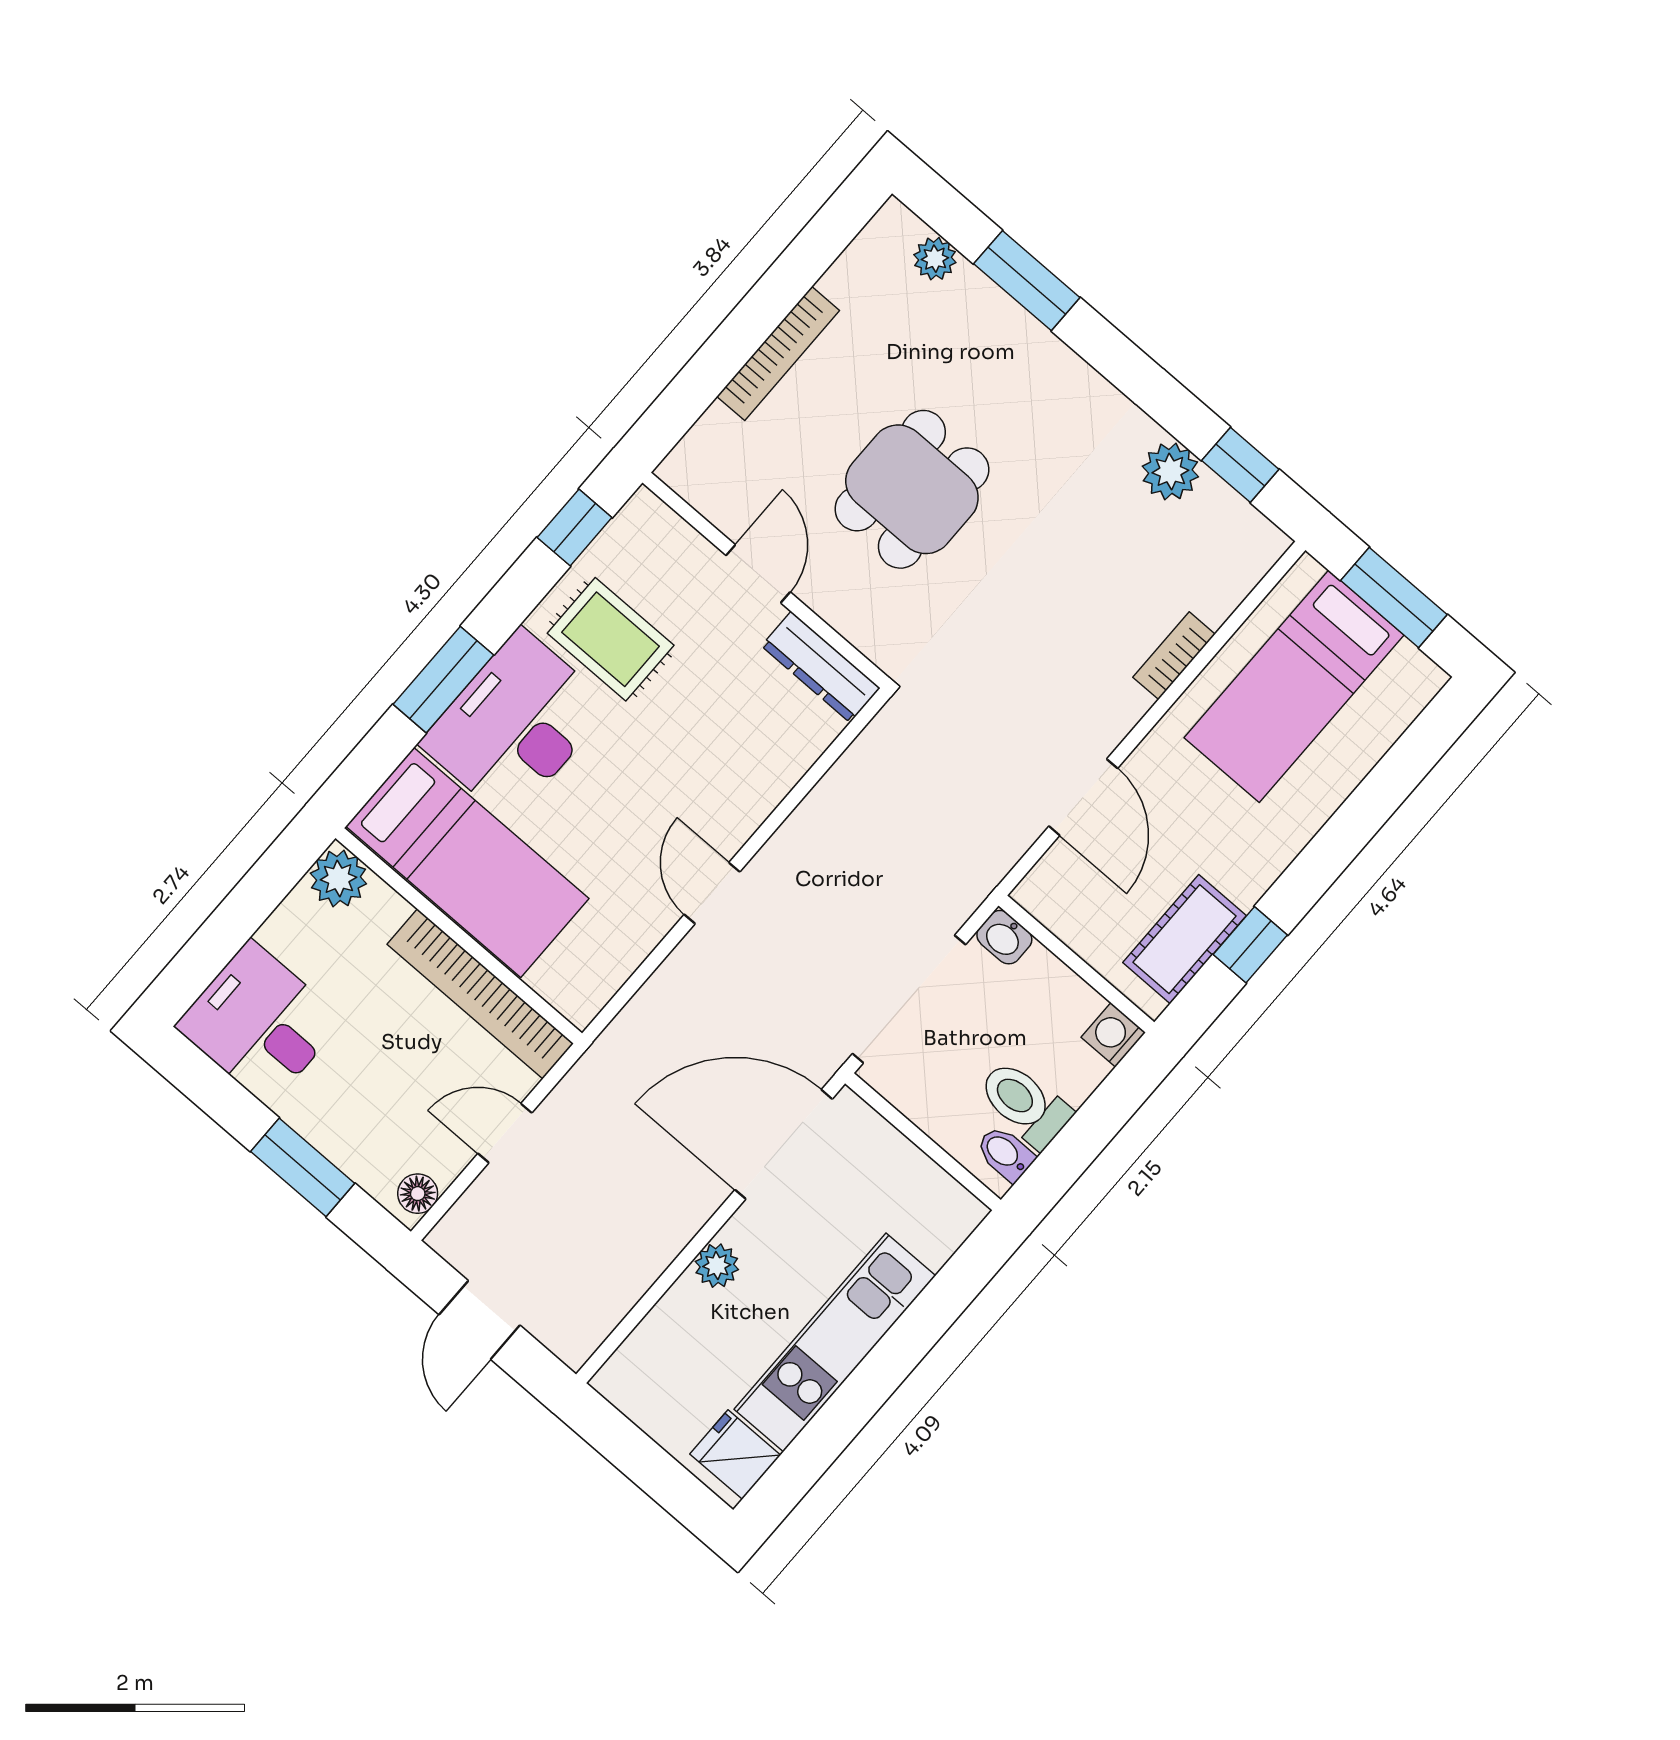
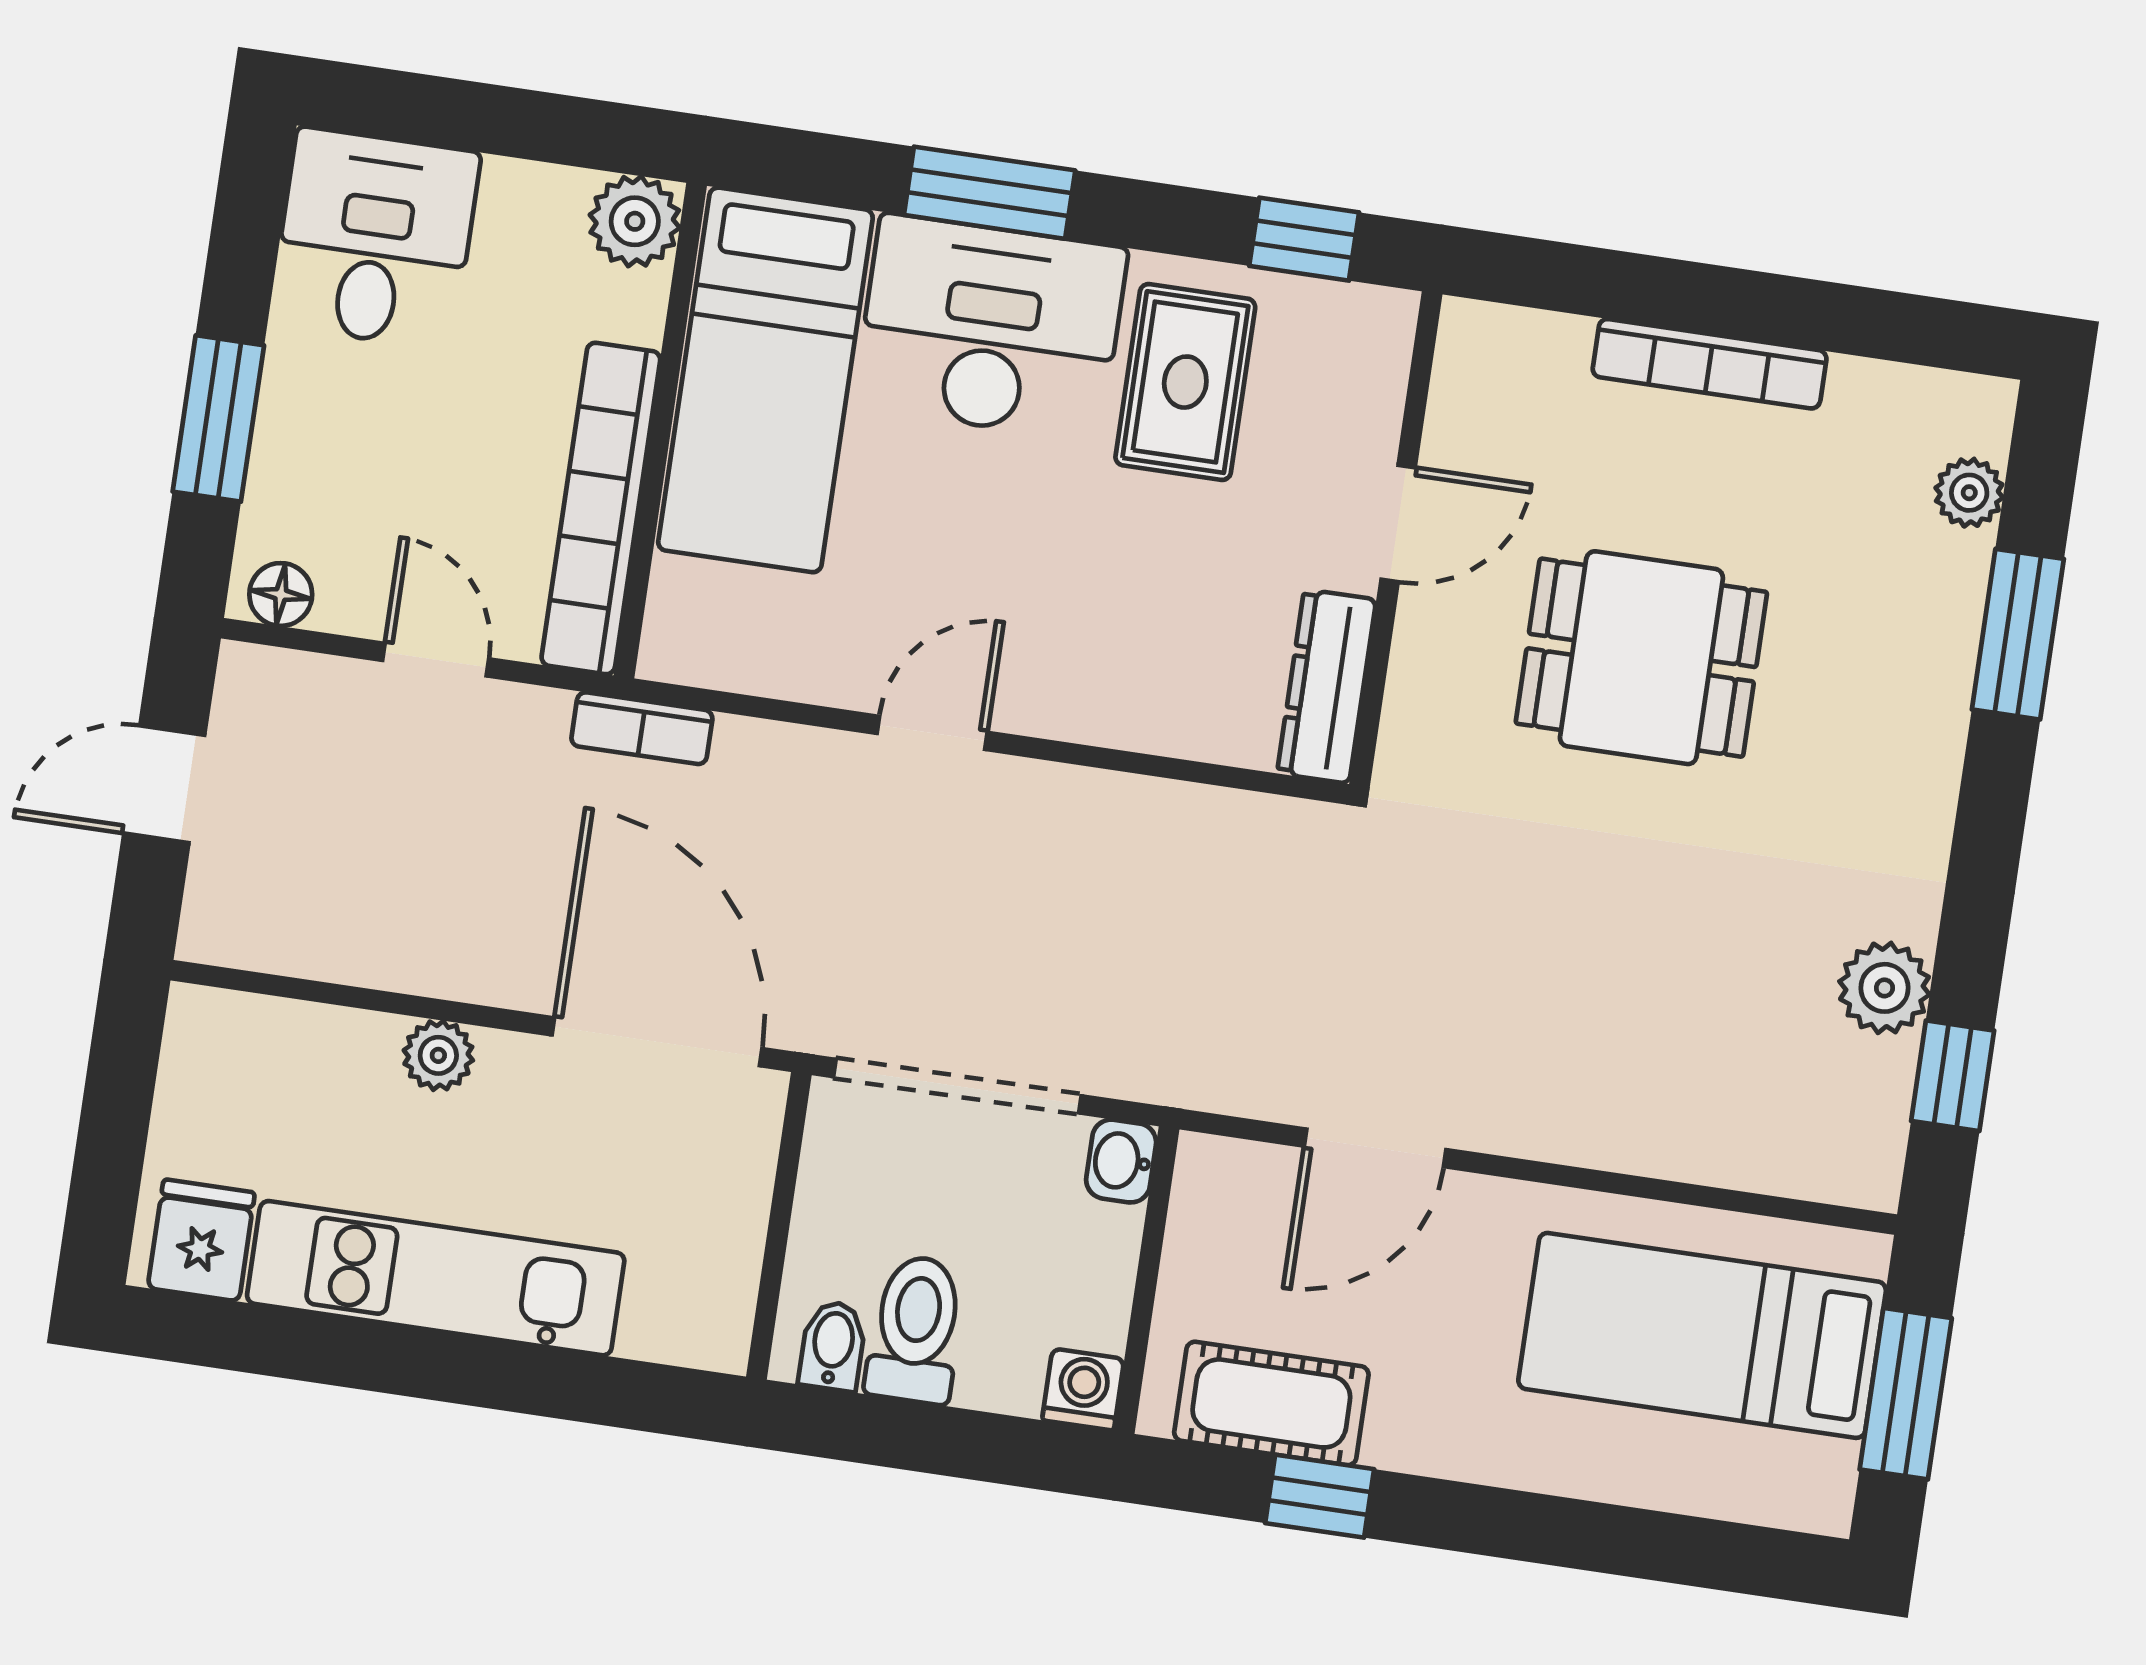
bookcase: (1174, 656) -> (642, 728), moved, turned 180

